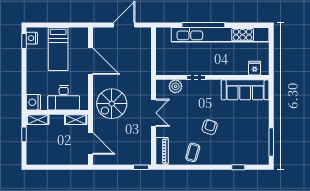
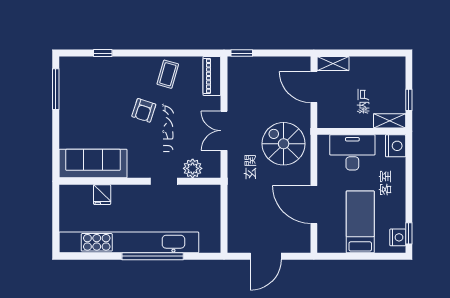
fridge: (255, 68) -> (102, 195), moved
spiral stairs: (112, 104) -> (284, 144), turned -90
shelving: (76, 120) -> (333, 63), moved

